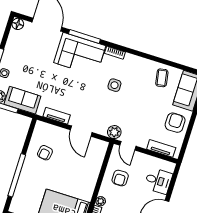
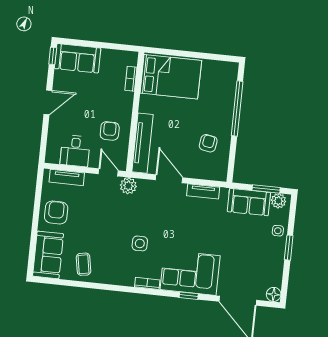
window: (84, 36) -> (189, 296), width x0.46
armchair: (175, 123) -> (56, 213), turned 180
tv unit: (96, 163) -> (142, 143), added
desk: (158, 181) -> (75, 151), moved, turned -90
plant: (101, 201) -> (128, 98), removed

